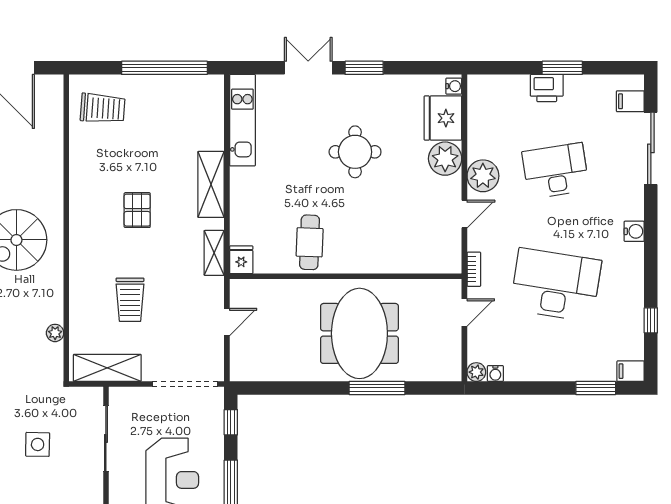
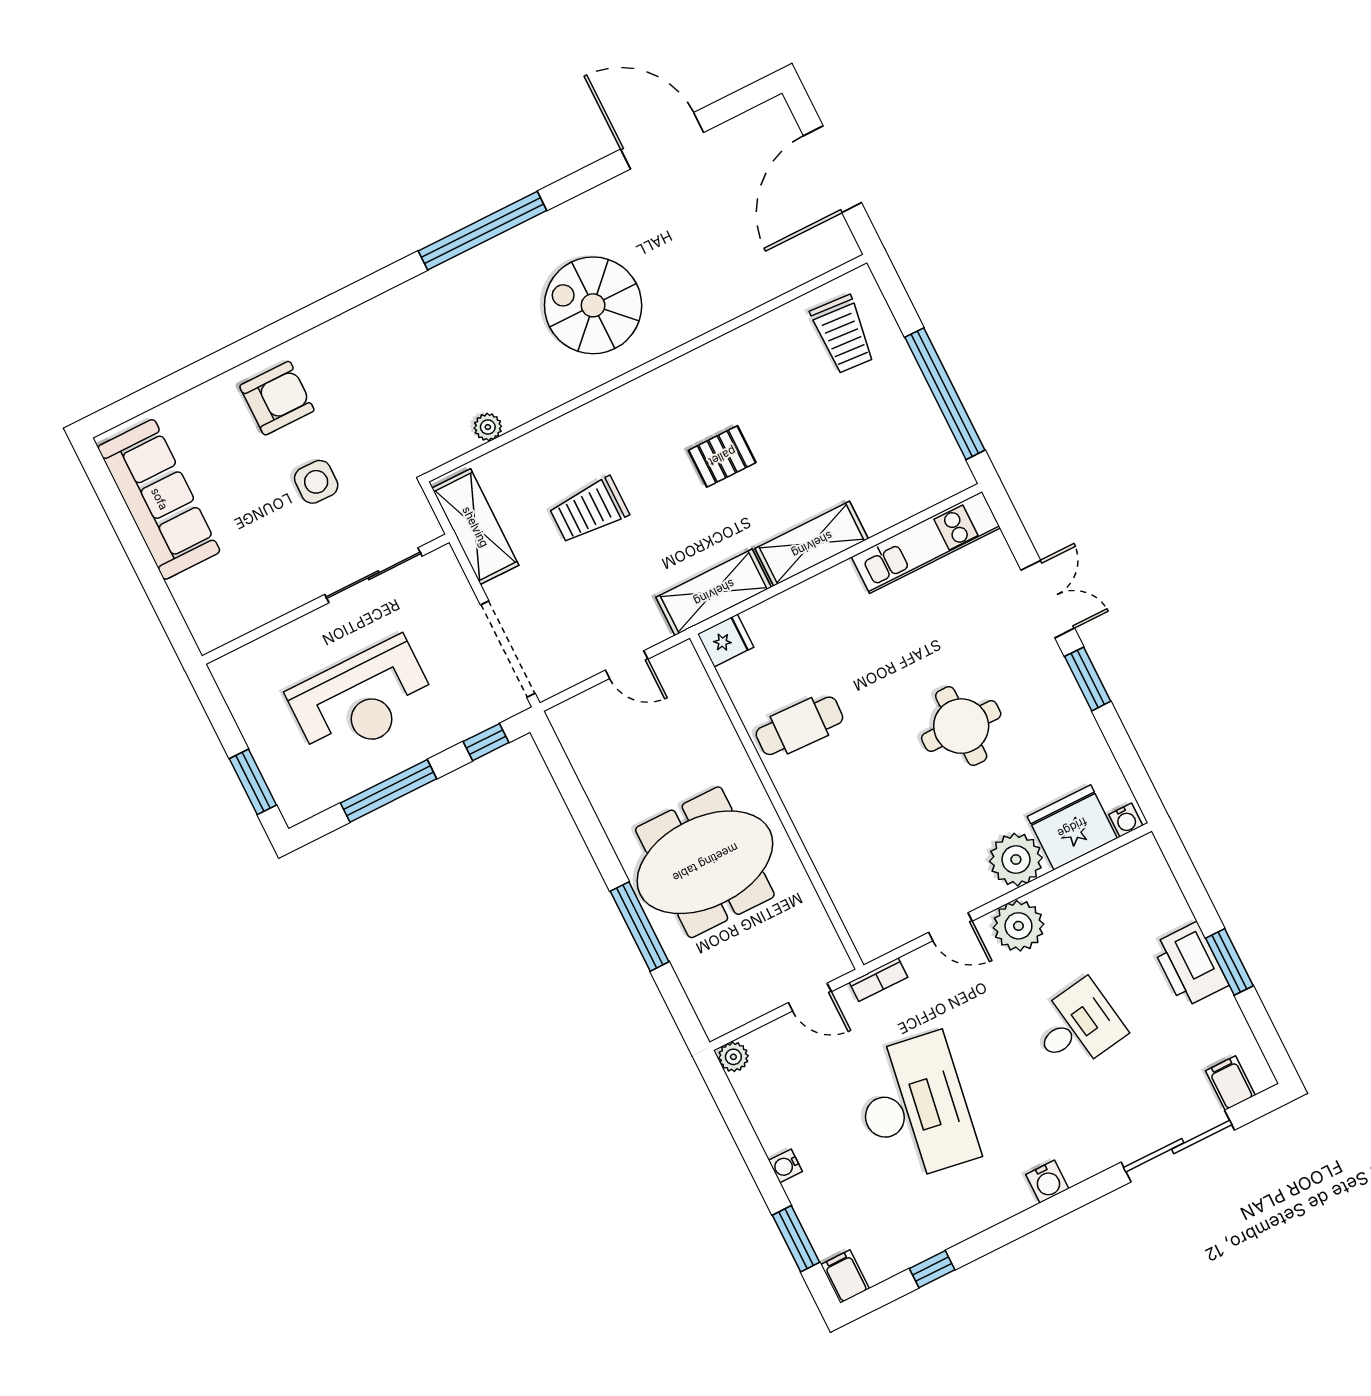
printer: (547, 88) -> (1190, 965), width x1.37, depth x1.19
desk: (556, 171) -> (1077, 1026), width x0.73
shelving: (214, 253) -> (714, 592), width x1.50, depth x1.33
water cooler: (495, 373) -> (785, 1166), moved

